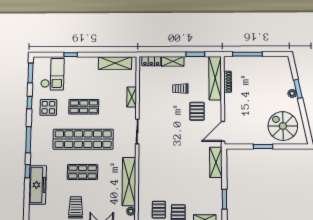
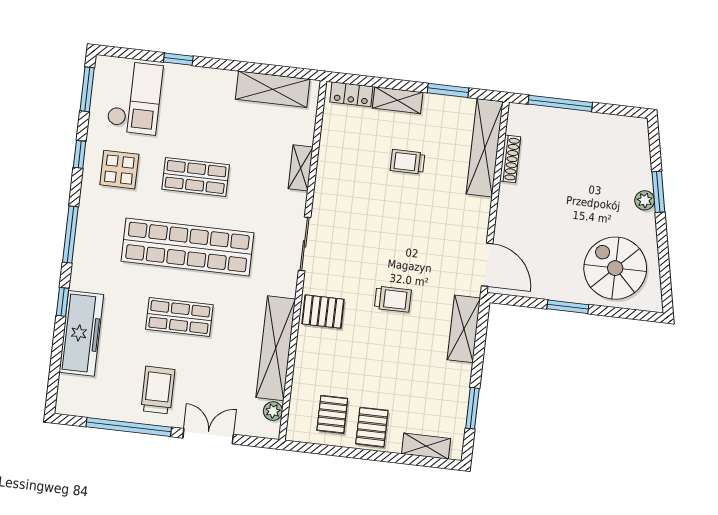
pallet: (197, 111) -> (323, 312), moved, turned 90
door: (223, 131) -> (487, 265), swing flipped
trolley: (181, 152) -> (393, 299), added

